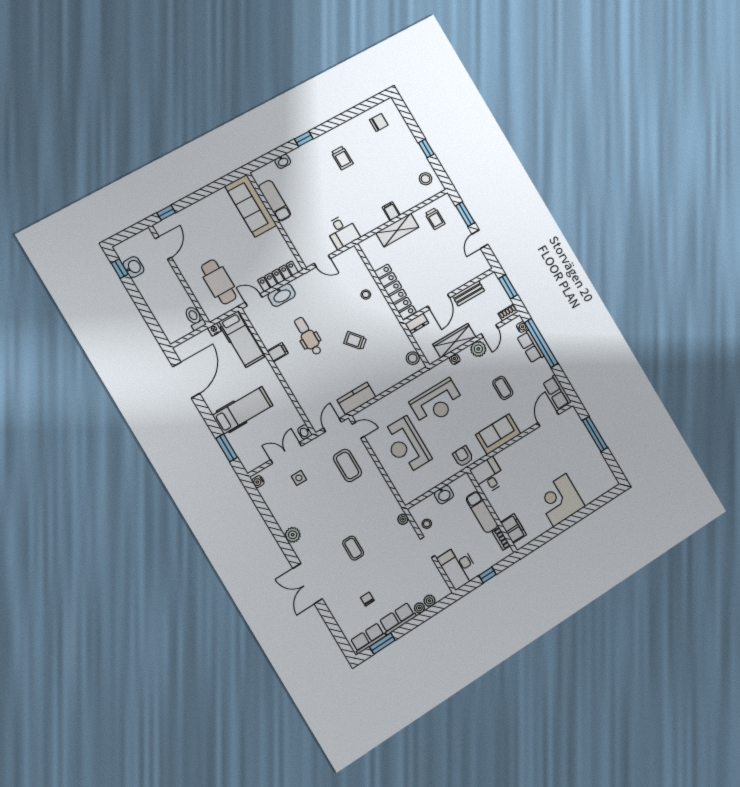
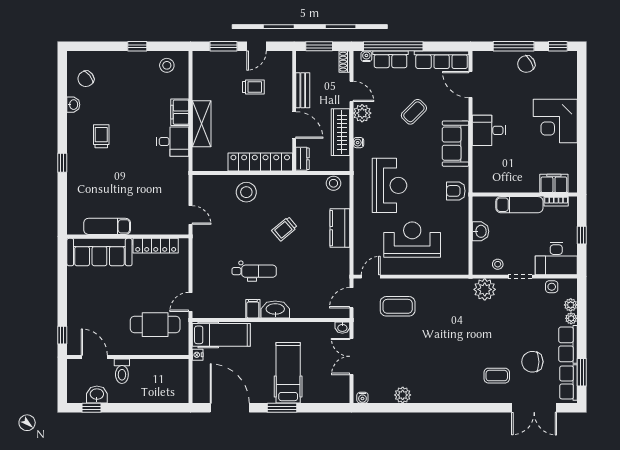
chair: (379, 122) -> (86, 79), turned -128
trolley: (342, 158) -> (101, 136), turned -90
washbasin: (283, 161) -> (73, 105), moved
filing cabinet: (391, 211) -> (180, 112), width x2.00
trolley: (435, 219) -> (253, 87), moved
desk: (342, 231) -> (173, 142), moved
door: (480, 239) -> (257, 46), hinge flipped
door: (322, 261) -> (190, 215), hinge flipped
locker: (278, 276) -> (156, 246), moved, turned -90
stool: (366, 294) -> (246, 192), width x1.89, depth x1.89
washbasin: (282, 295) -> (275, 309), moved, turned -90
toilet: (195, 318) -> (122, 371), moved, turned -90
dental chair: (308, 336) -> (254, 271), turned 180
coffee table: (503, 388) -> (414, 112), turned -45
row of seats: (557, 392) -> (442, 60), width x1.48
kitchen counter: (356, 398) -> (340, 228), moved
door: (333, 425) -> (351, 298), hinge flipped
reception desk: (406, 445) -> (412, 240), turned 180
window: (227, 448) -> (282, 408), moved
chair: (588, 452) -> (526, 64), added
window: (615, 467) -> (558, 46), added
desk: (488, 476) -> (489, 130), moved
side table: (299, 478) -> (552, 287), moved
plant: (403, 519) -> (485, 289), width x1.88, depth x1.88
plant: (293, 535) -> (403, 395), moved
coffee table: (353, 548) -> (497, 376), moved
double door: (308, 584) -> (534, 408), moved
chair: (367, 599) -> (532, 362), width x1.87, depth x1.87

